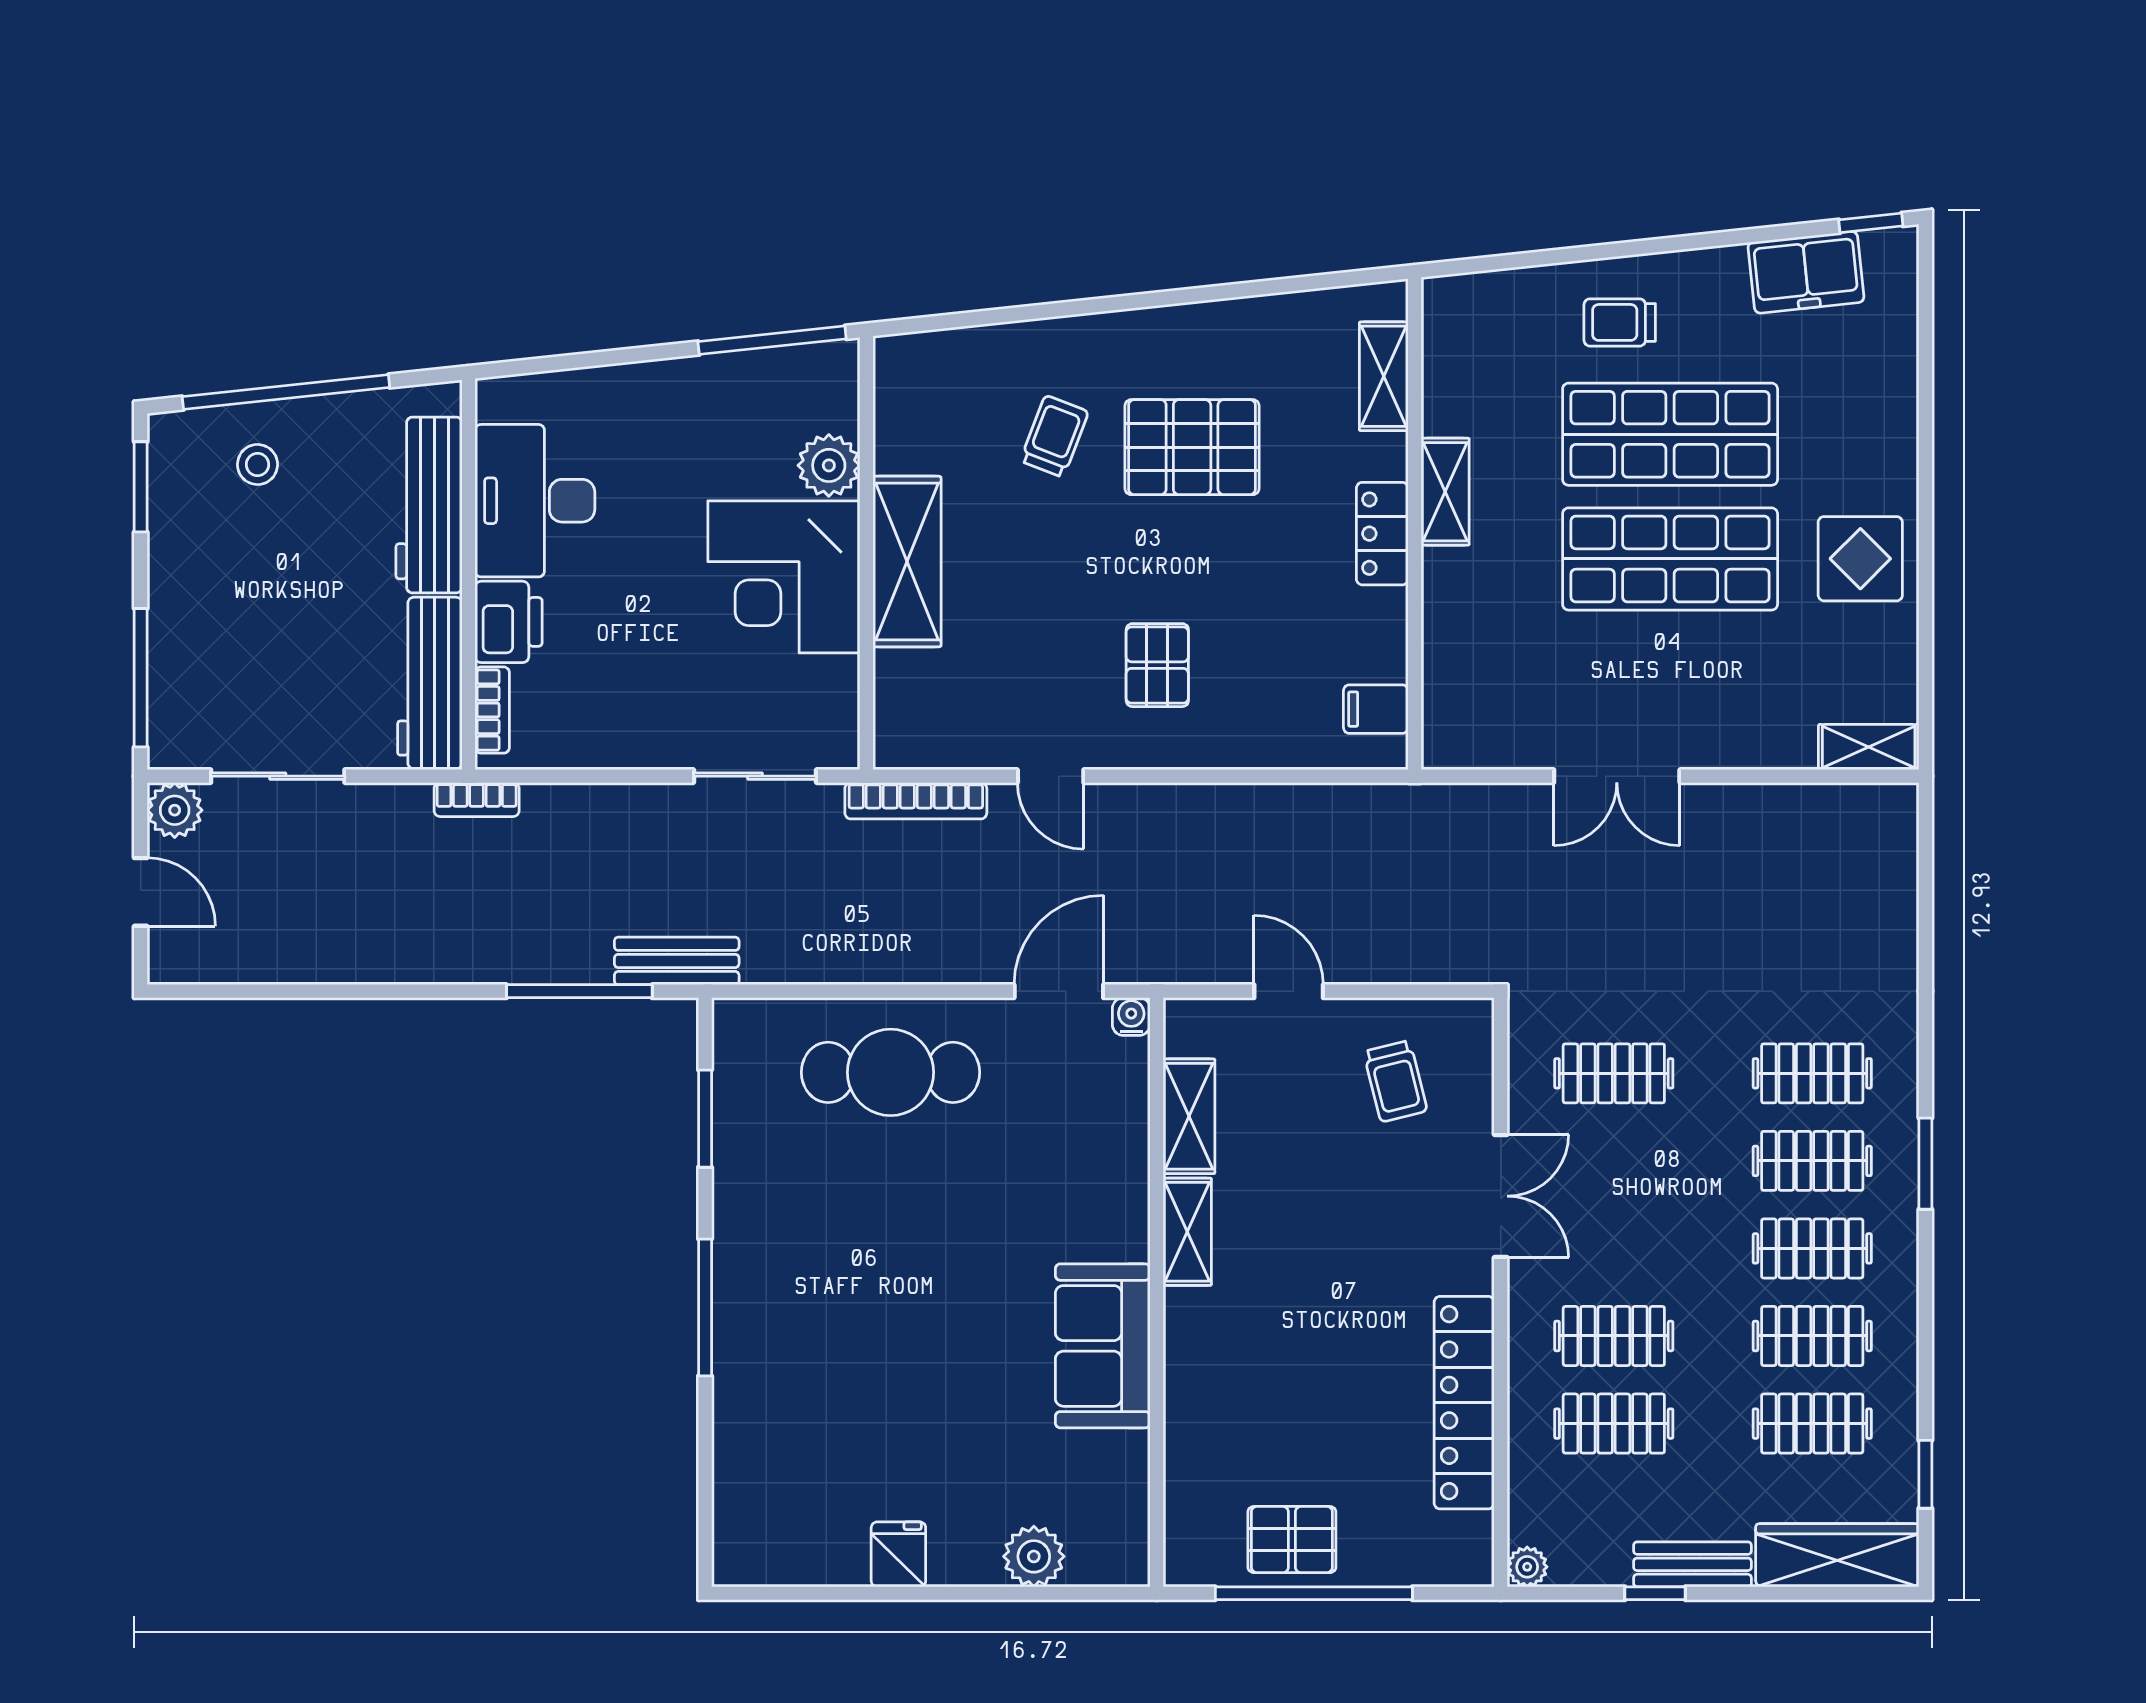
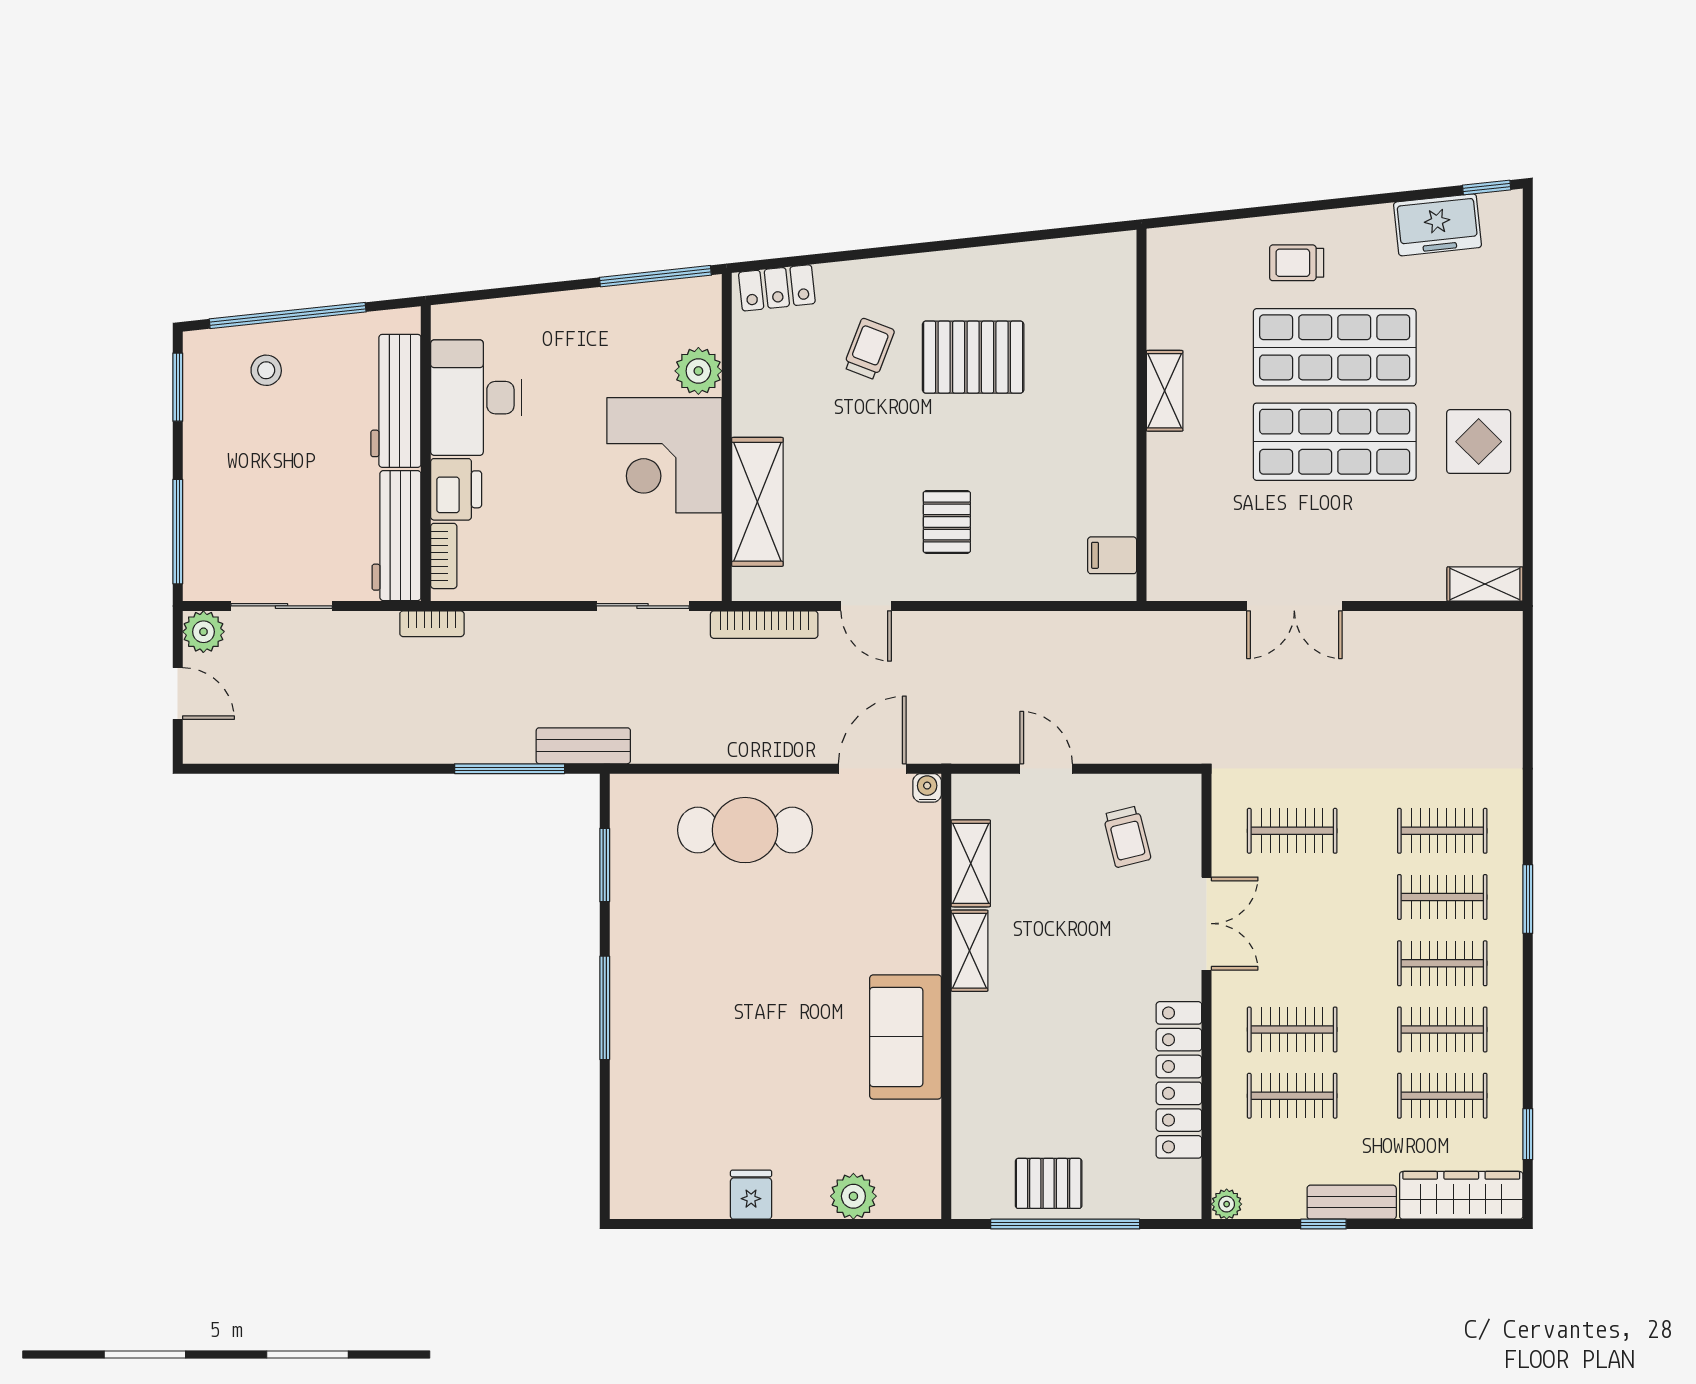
shelving: (1384, 376) -> (1118, 303), removed
locker: (1382, 534) -> (777, 288), moved, turned -96
shelving: (907, 562) -> (757, 502), moved

